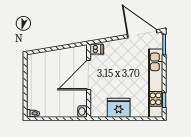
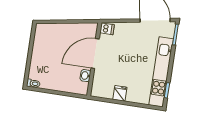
fridge: (119, 108) -> (120, 93), width x0.53, depth x0.75
washbasin: (82, 111) -> (85, 76), moved

